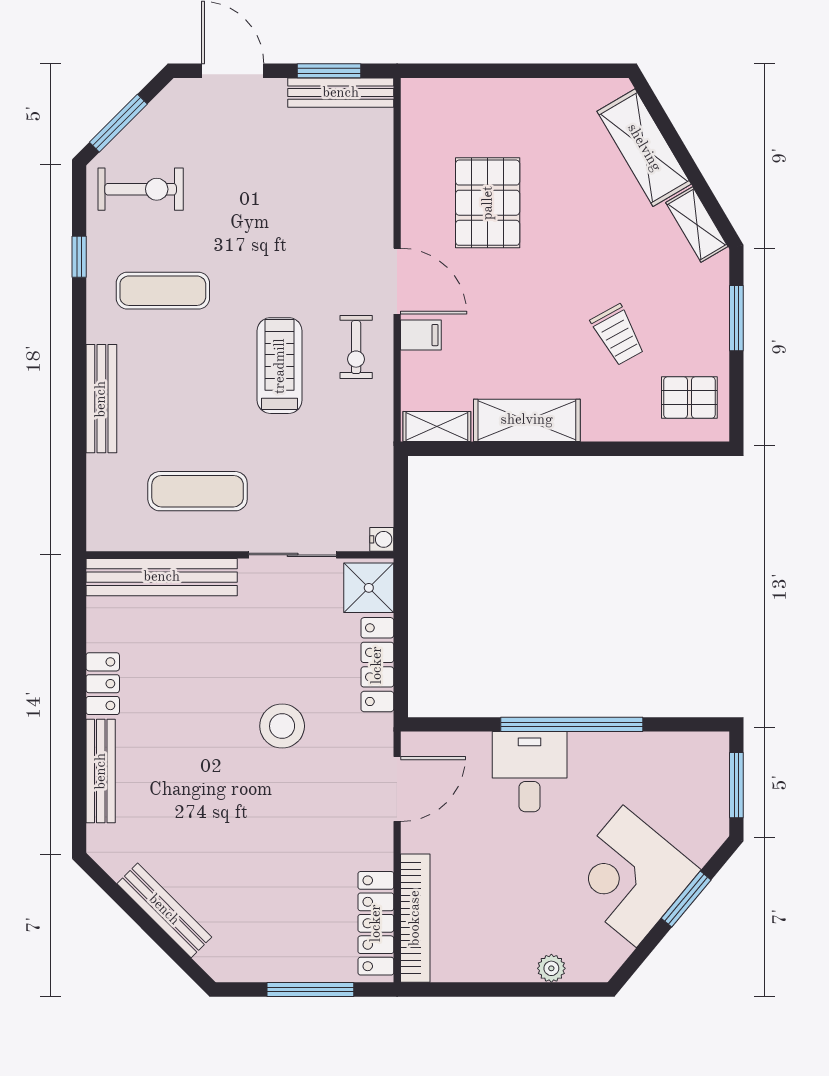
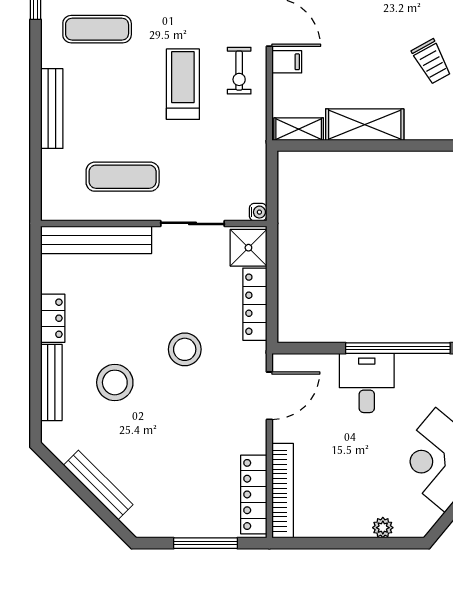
stool: (187, 771) -> (115, 382), added

